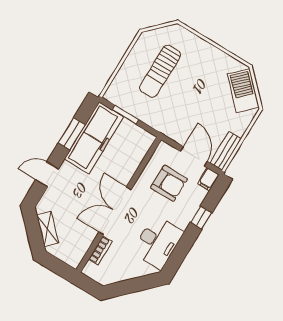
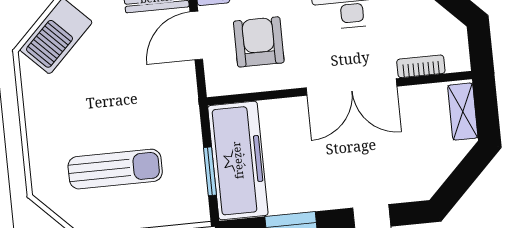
freezer: (94, 138) -> (238, 160), moved, turned 90
shelving: (48, 229) -> (463, 112), moved, turned -45

